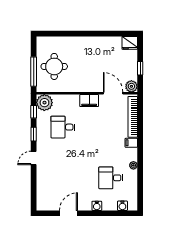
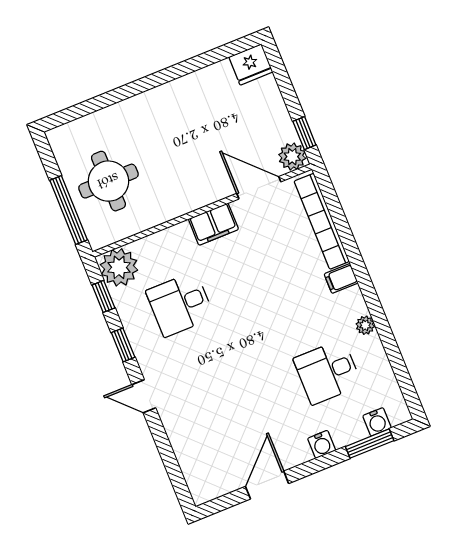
window: (140, 68) -> (304, 133), moved
door: (34, 158) -> (144, 396), hinge flipped
window: (116, 213) -> (370, 444), added

